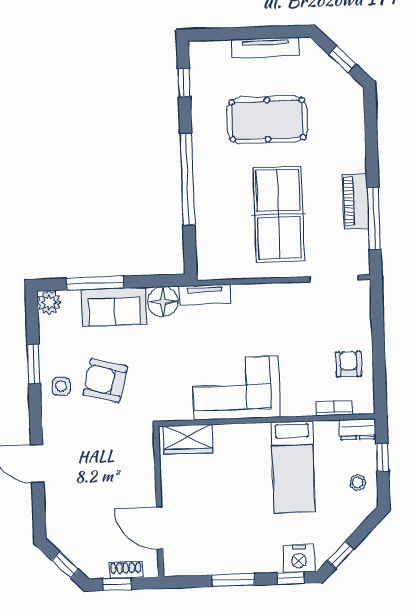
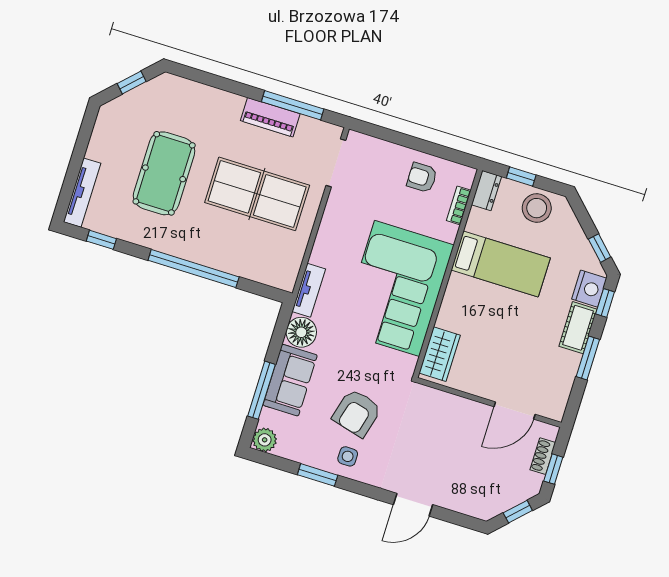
tv unit: (265, 47) -> (82, 193), moved
corner sofa: (236, 388) -> (397, 288), width x1.36, depth x1.36
stool: (358, 482) -> (537, 208), width x1.89, depth x1.89
cot: (259, 561) -> (578, 328), added

